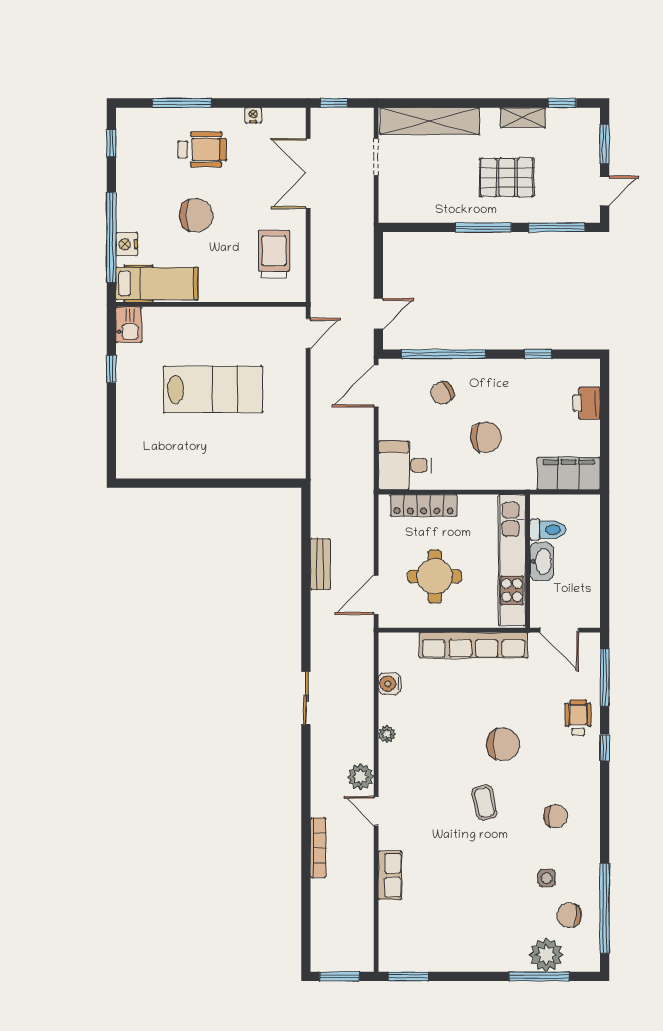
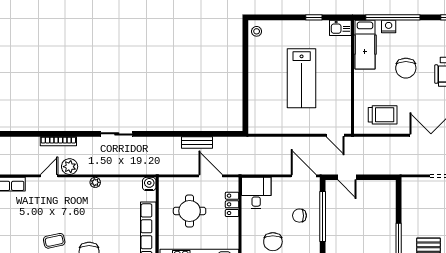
chair: (442, 393) -> (299, 216), turned -61
stool: (135, 465) -> (257, 31), added
locker: (424, 505) -> (232, 204), width x0.66
door: (376, 595) -> (211, 176), moved
water cooler: (390, 684) -> (149, 184), moved
bookcase: (318, 848) -> (58, 141), moved

